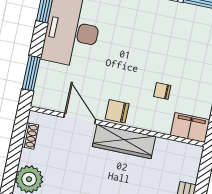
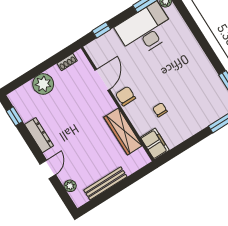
window: (31, 73) -> (101, 30), width x0.67
wardrobe: (124, 141) -> (123, 132), moved

